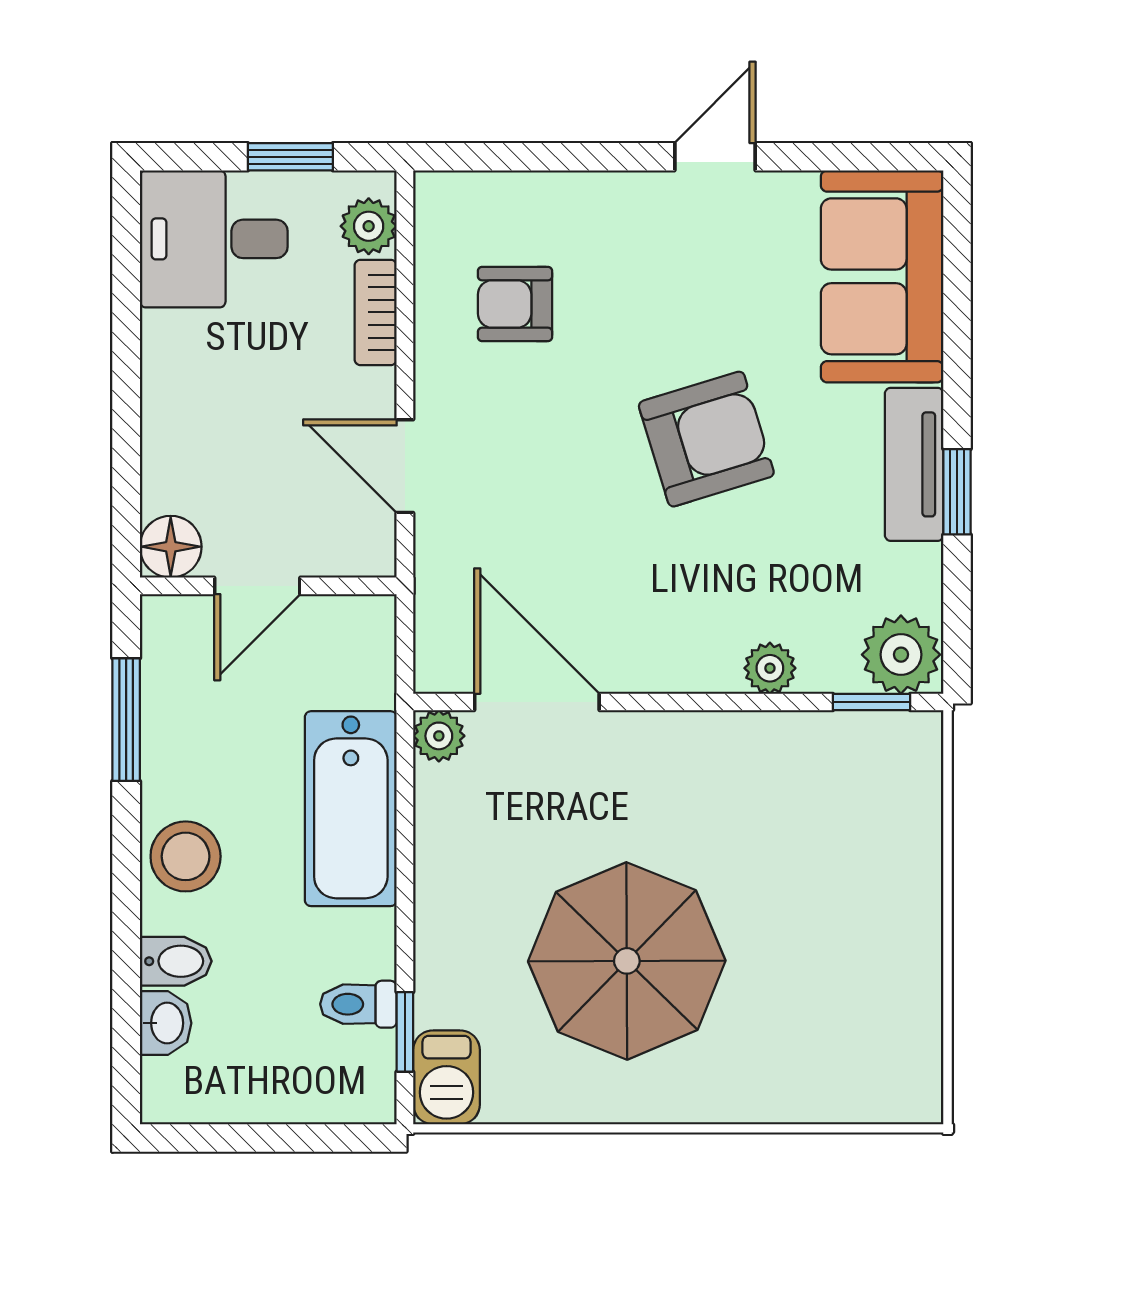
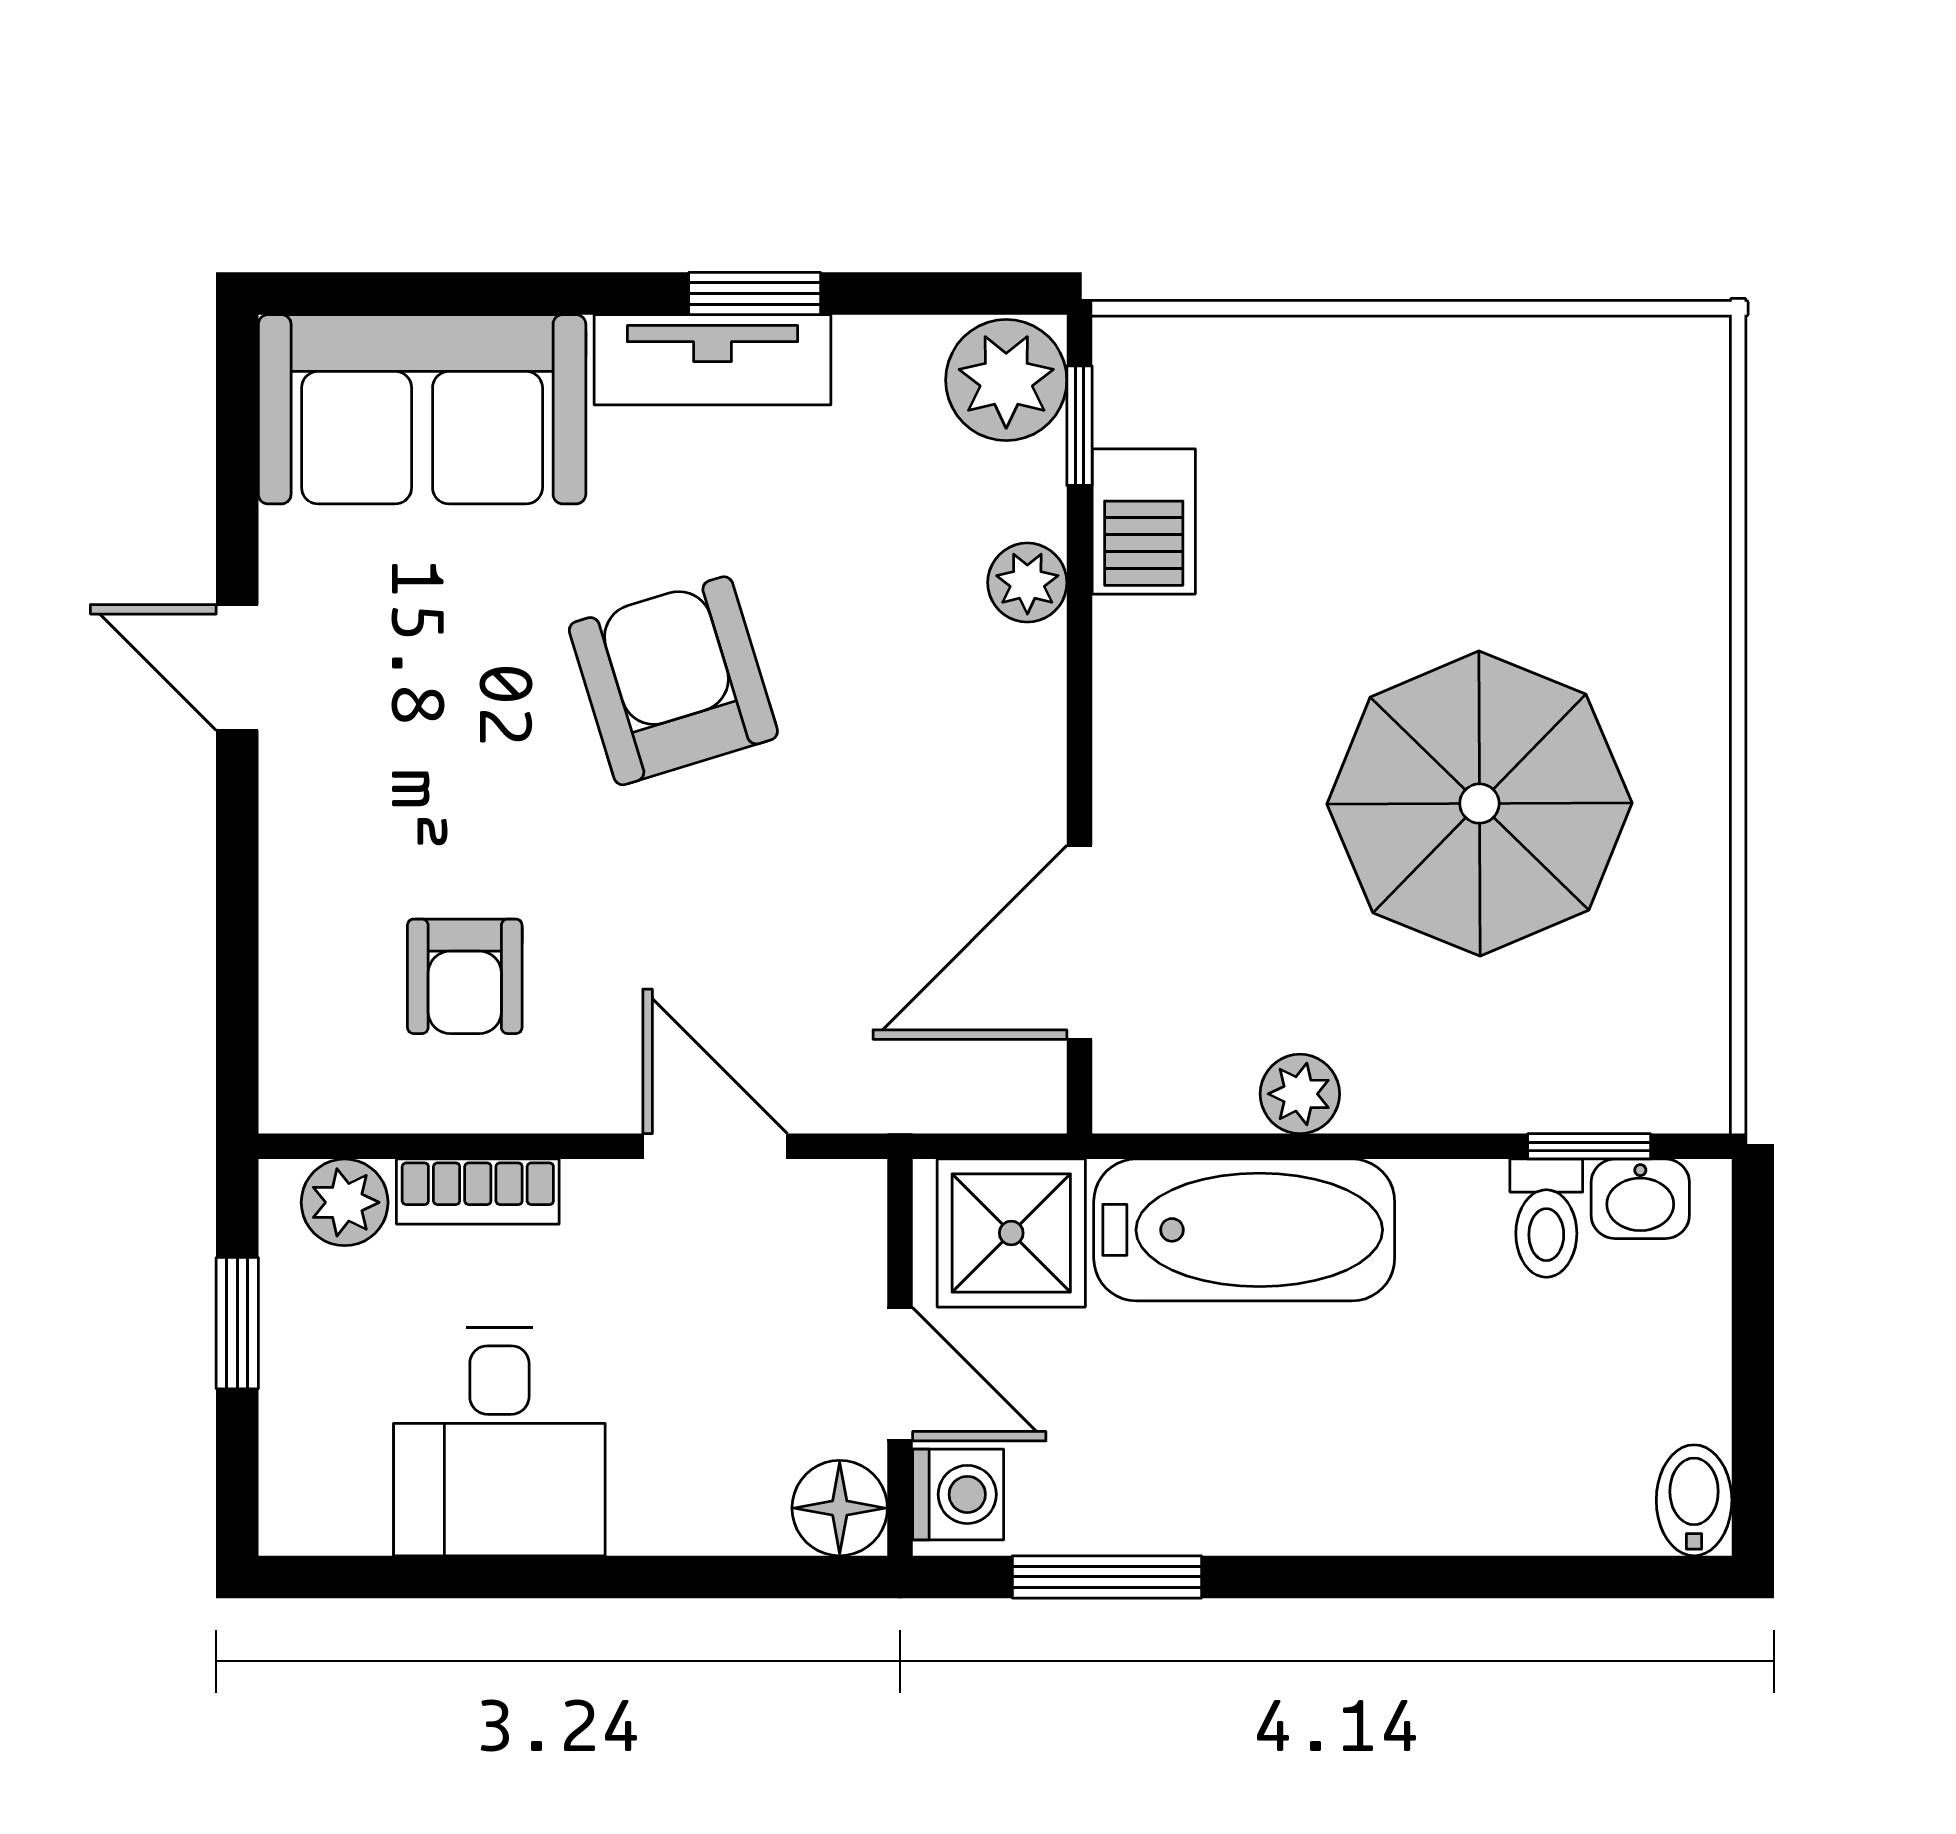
desk: (214, 239) -> (499, 1442), moved
door: (405, 466) -> (715, 1146), swing flipped
washing machine: (180, 623) -> (958, 1494), added
shower: (349, 658) -> (1011, 1233), added
plant: (439, 736) -> (1300, 1094), moved
stool: (186, 856) -> (1318, 1485), removed
bidet: (176, 961) -> (1694, 1500), moved
washbasin: (166, 1023) -> (1640, 1199), moved, turned 180
barbecue: (447, 1077) -> (1144, 521), moved, turned 90

